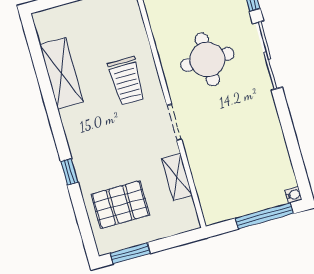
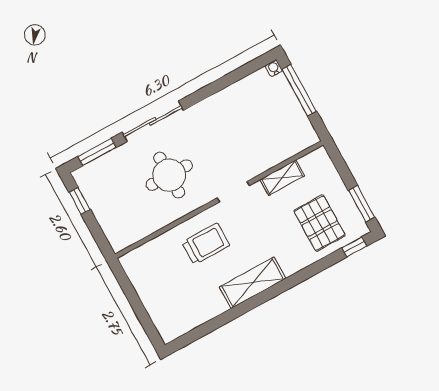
shelving: (61, 73) -> (253, 283), moved
window: (69, 172) -> (354, 247), moved

